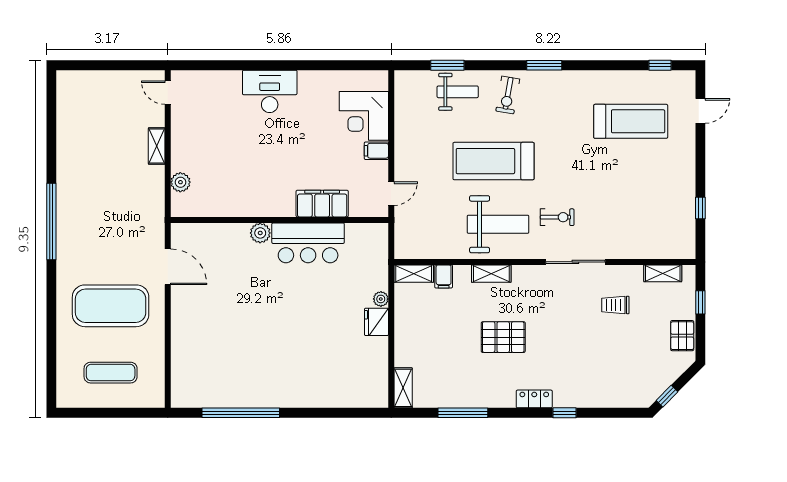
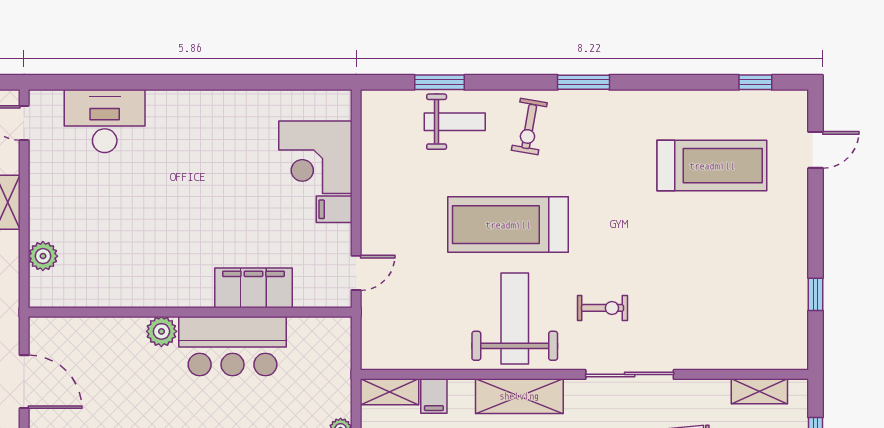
desk: (270, 91) -> (105, 121), moved
weight bench: (498, 224) -> (515, 318), turned -90
shelving: (491, 274) -> (519, 396), width x1.50, depth x1.33

